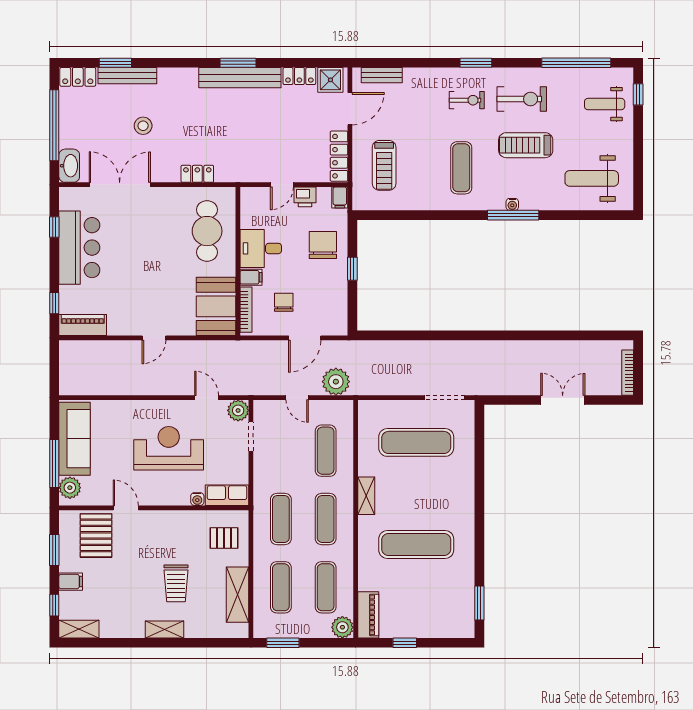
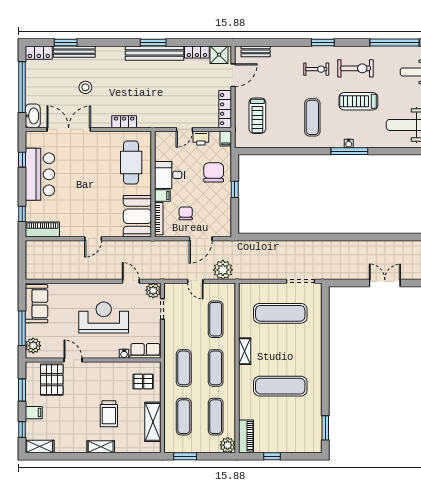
sofa: (75, 439) -> (37, 304), width x0.73

